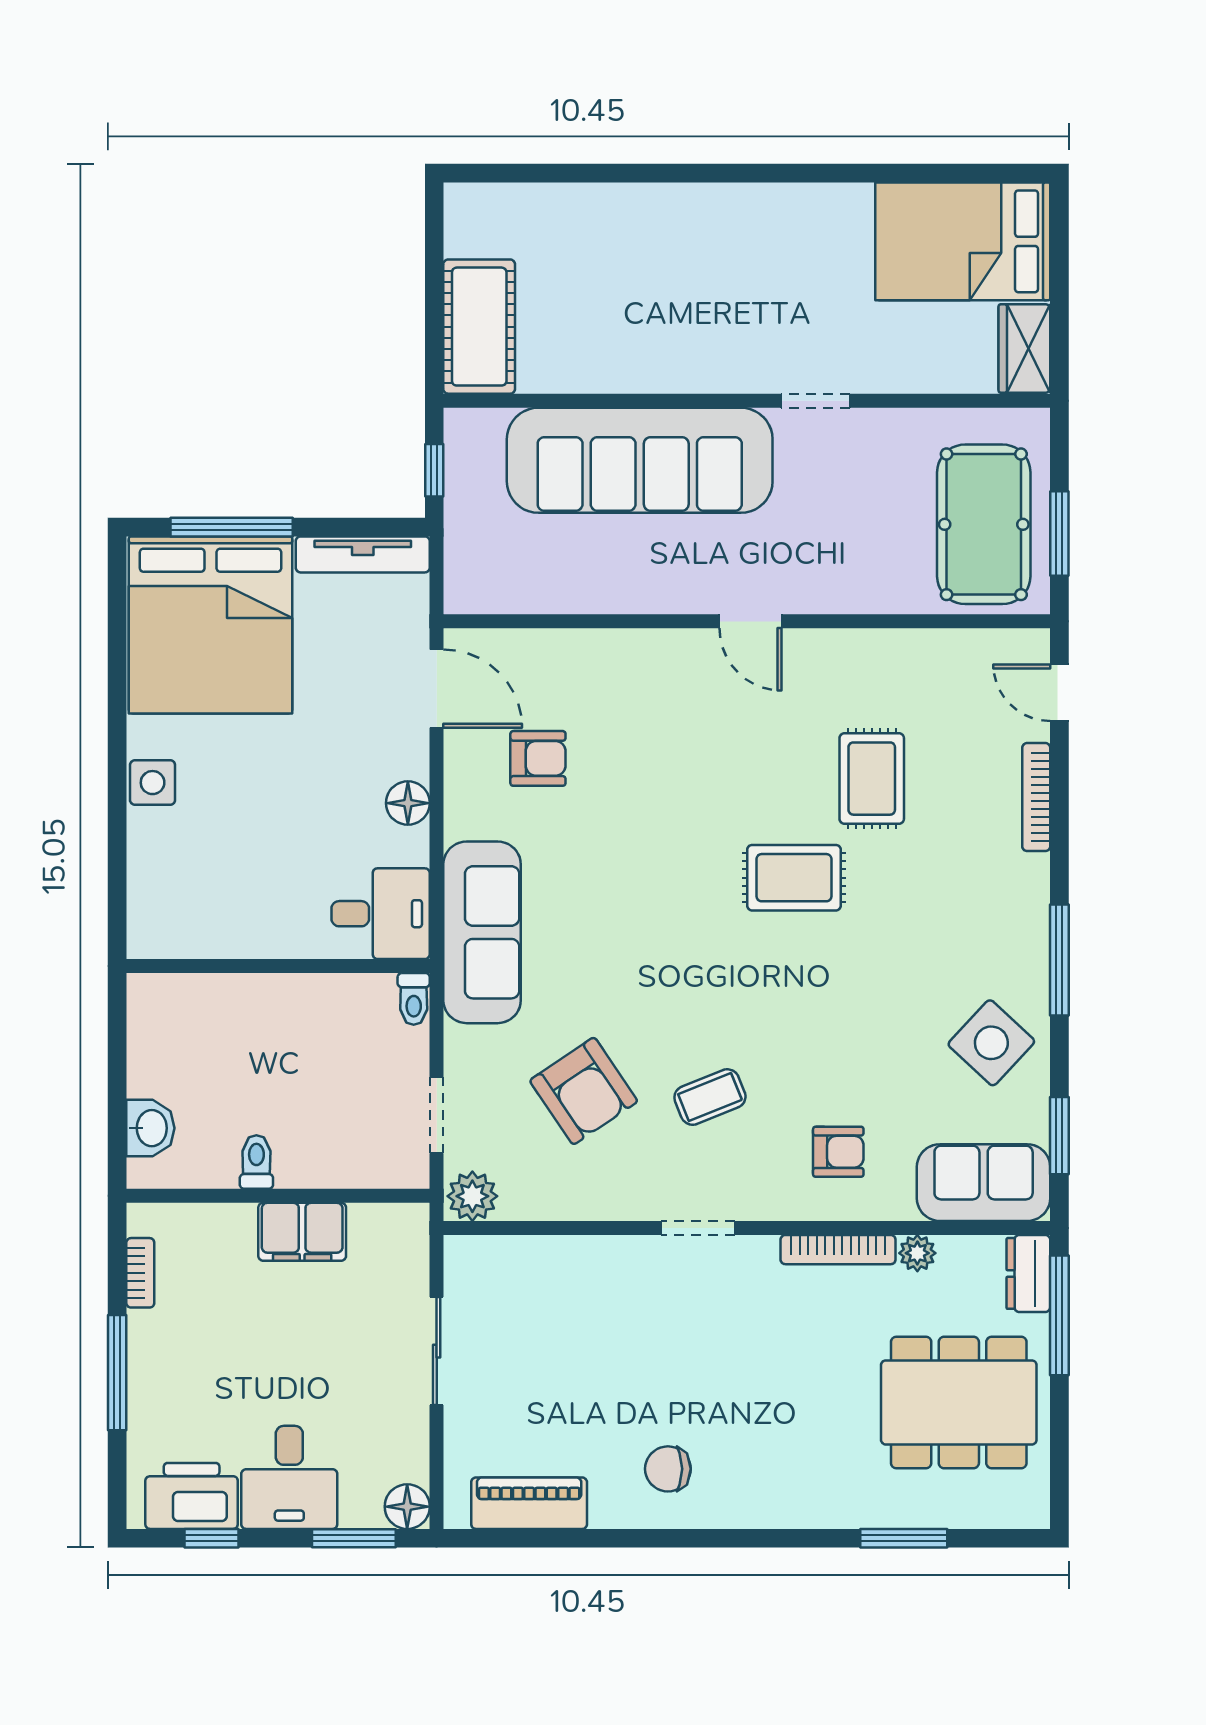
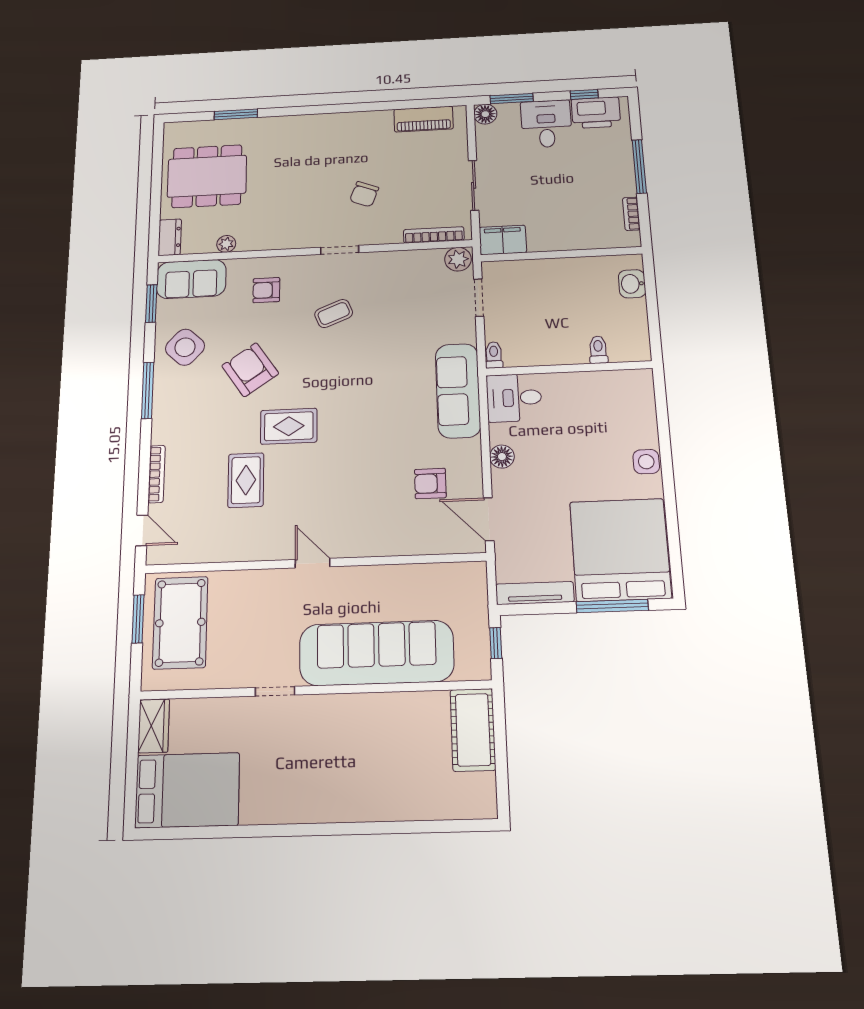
armchair: (584, 1091) -> (250, 370), moved
toilet: (256, 1162) -> (598, 350), moved, turned 180
filing cabinet: (302, 1232) -> (503, 240), moved
bookcase: (838, 1250) -> (434, 235), moved
window: (1059, 1315) -> (155, 219), removed
chair: (668, 1469) -> (364, 194), moved, turned 111

